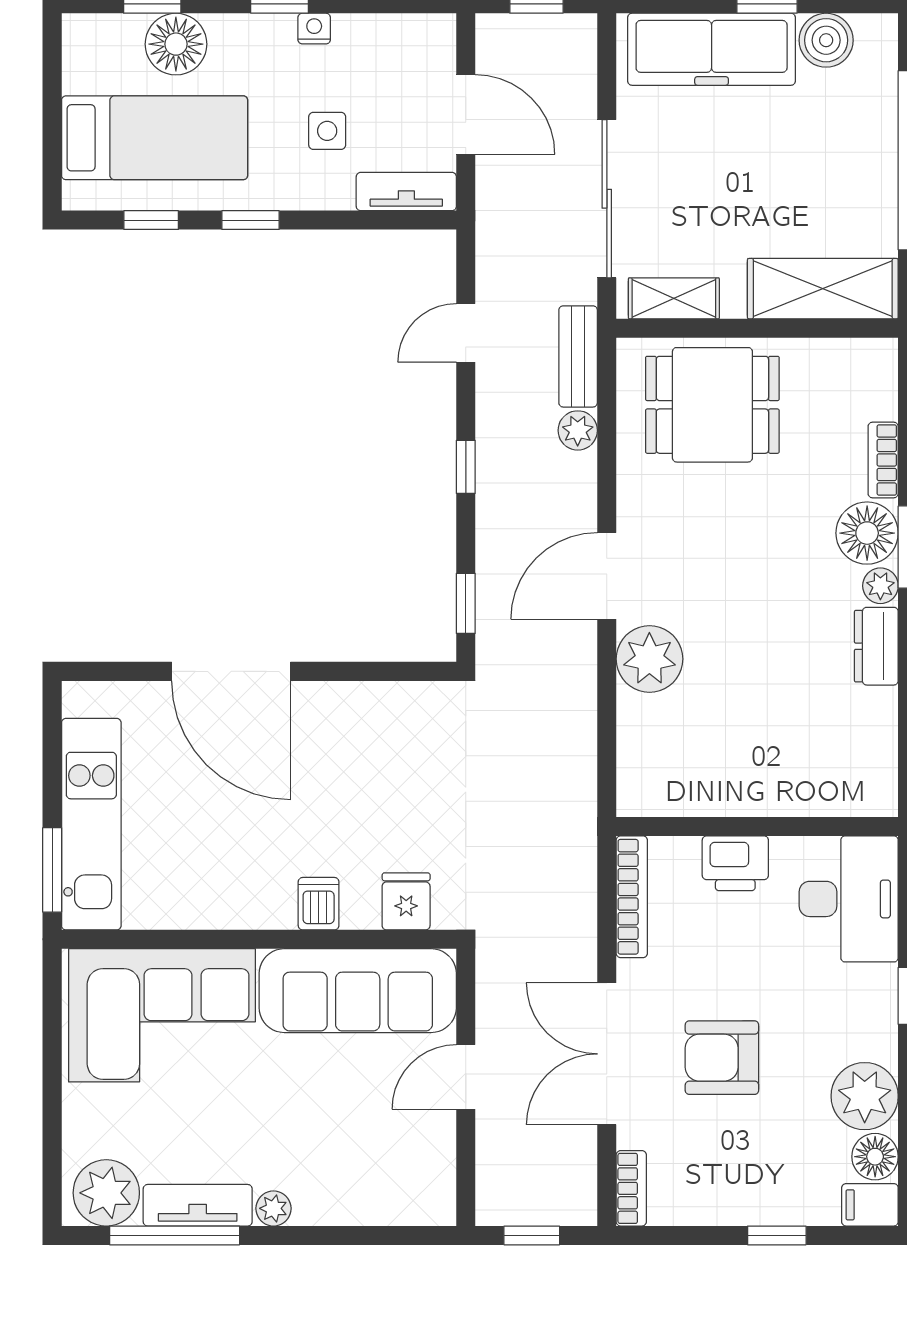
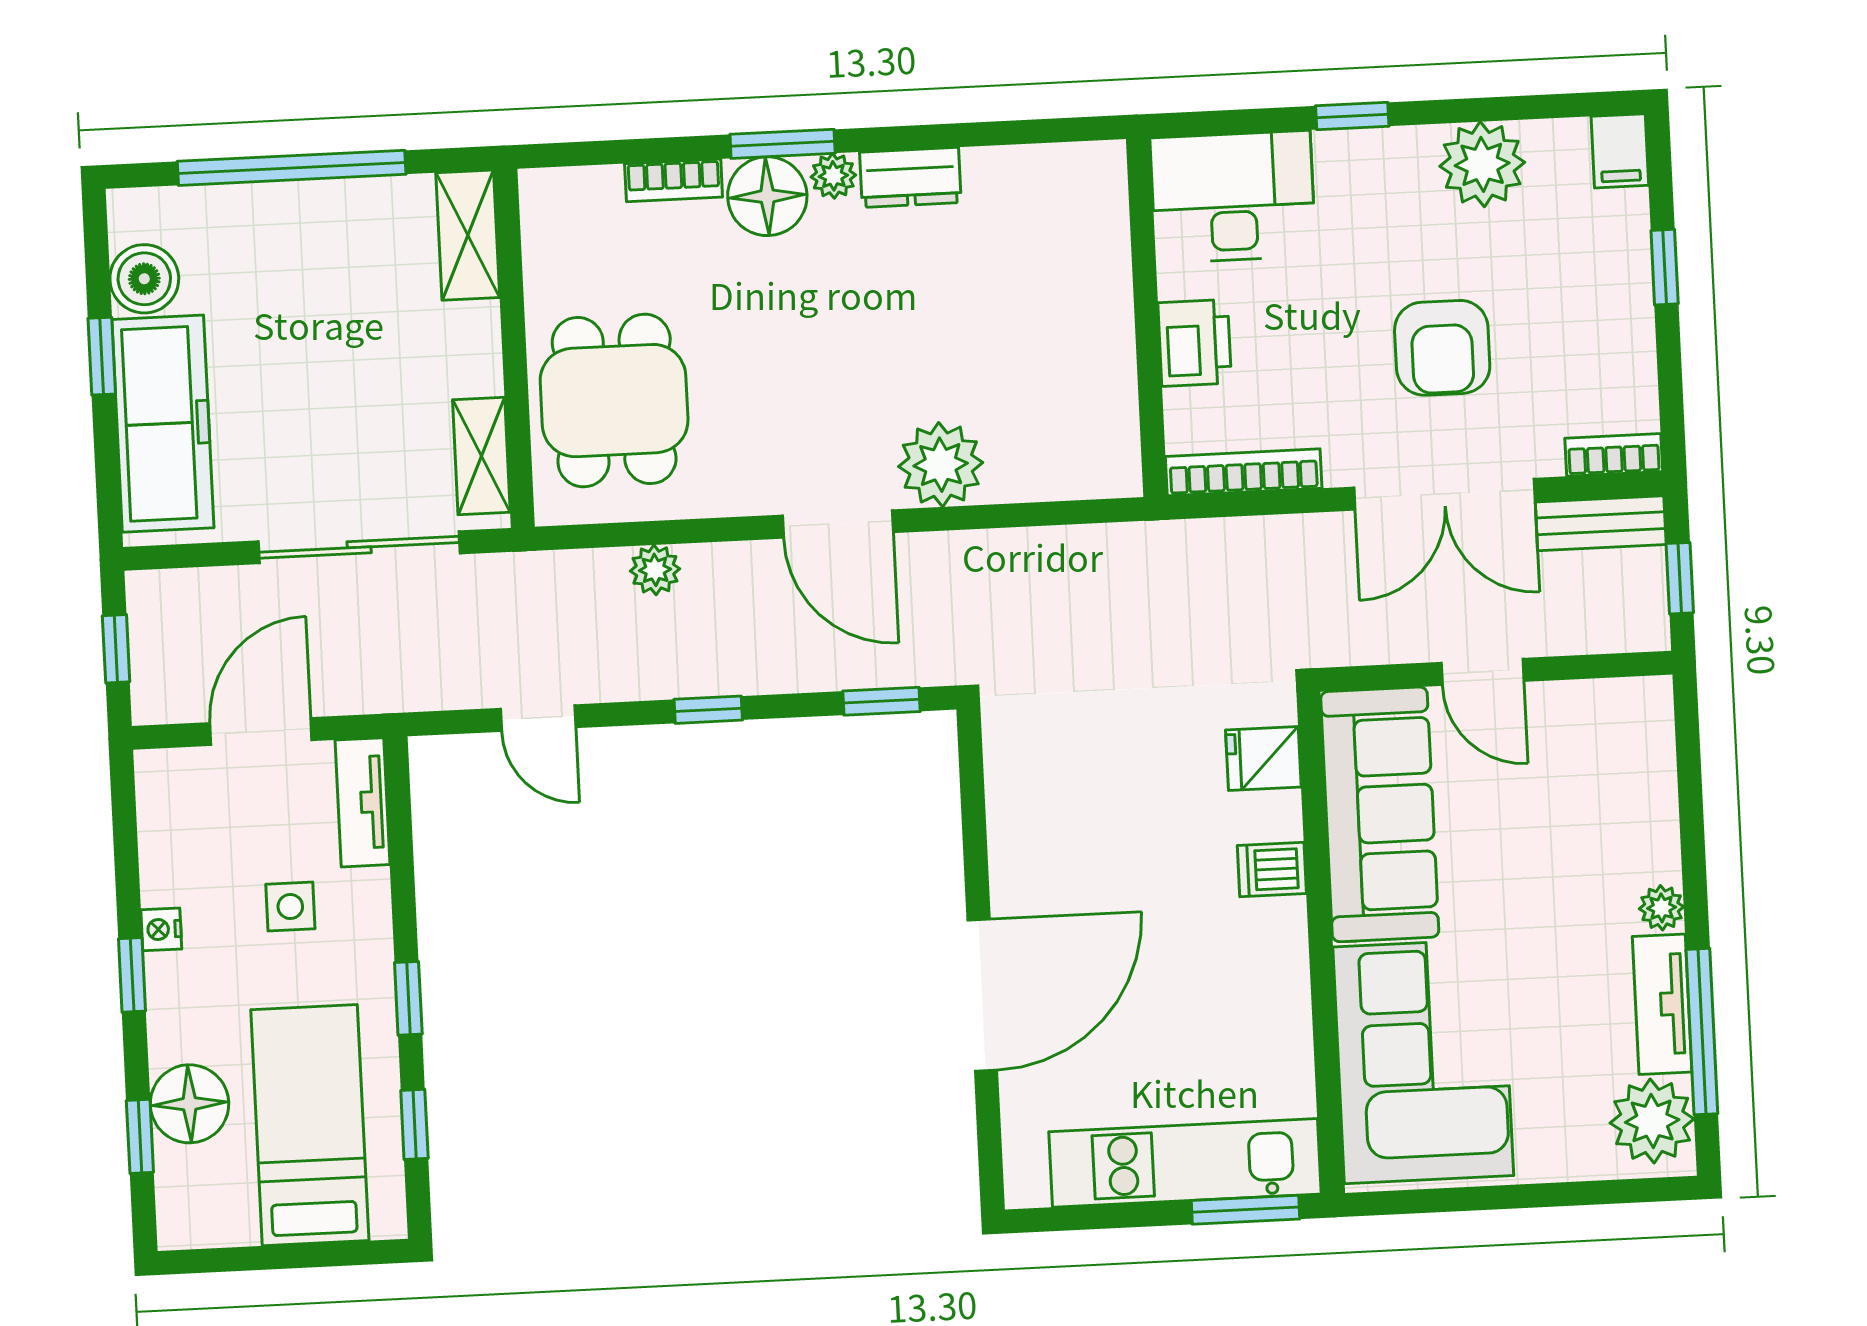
shelving: (823, 289) -> (468, 235), width x0.67, depth x0.75
bench: (578, 356) -> (1601, 523), moved
floor lamp: (875, 1157) -> (1558, 147), removed

